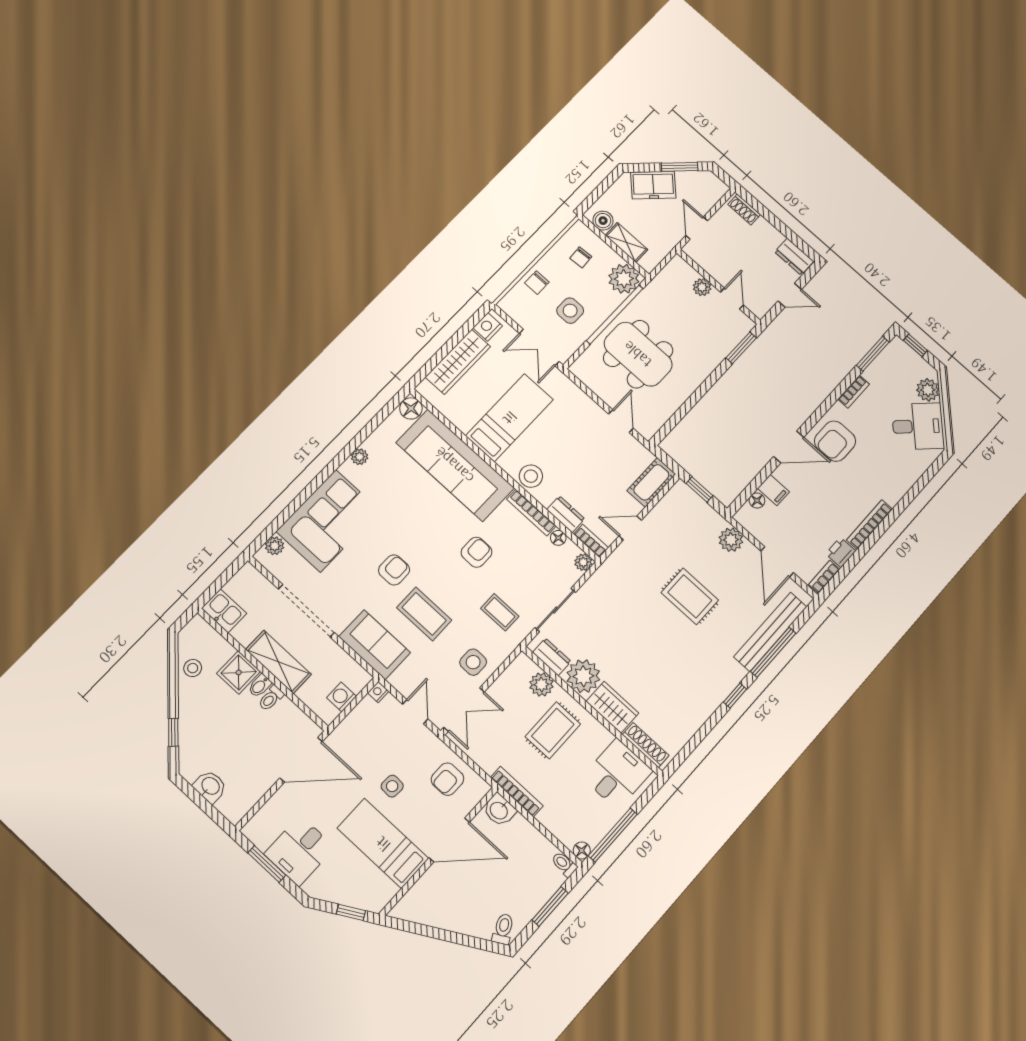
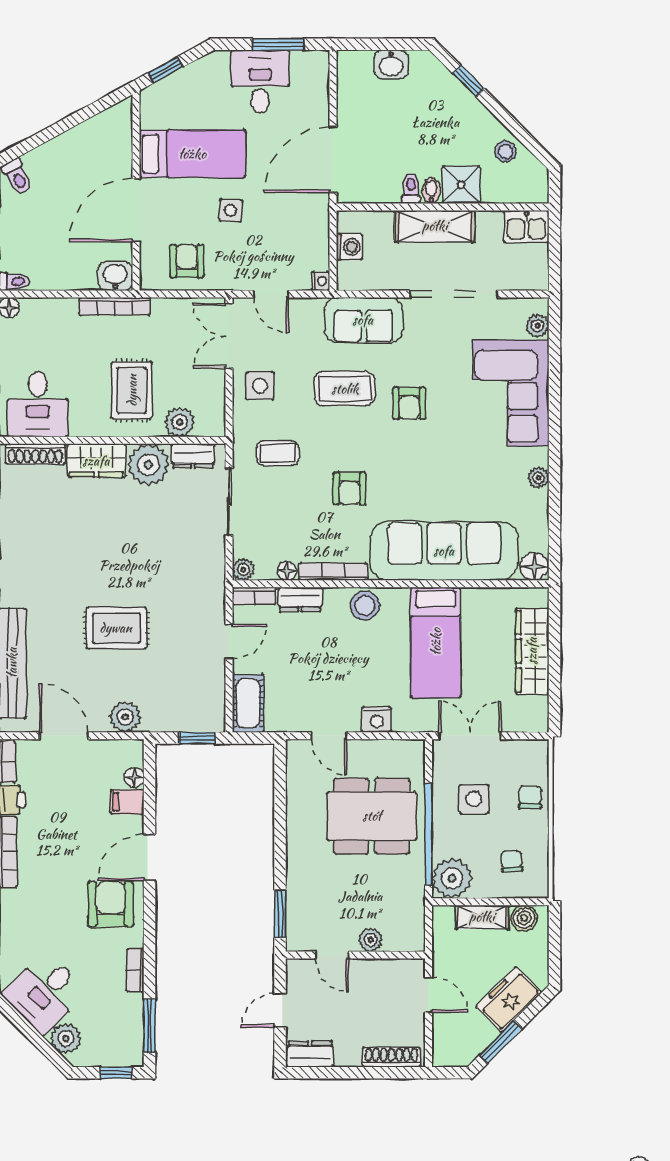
shoe rack: (744, 209) -> (391, 1057), width x1.43
nightstand: (488, 327) -> (377, 719), moved, turned 90

